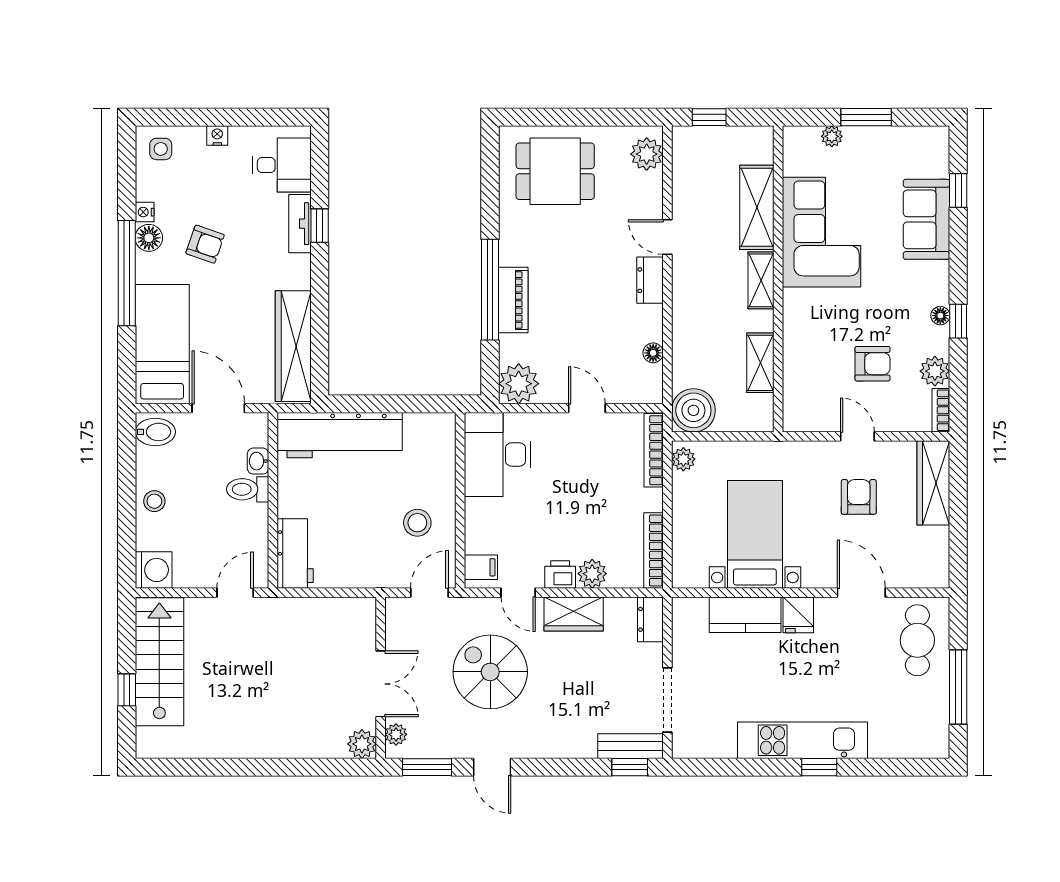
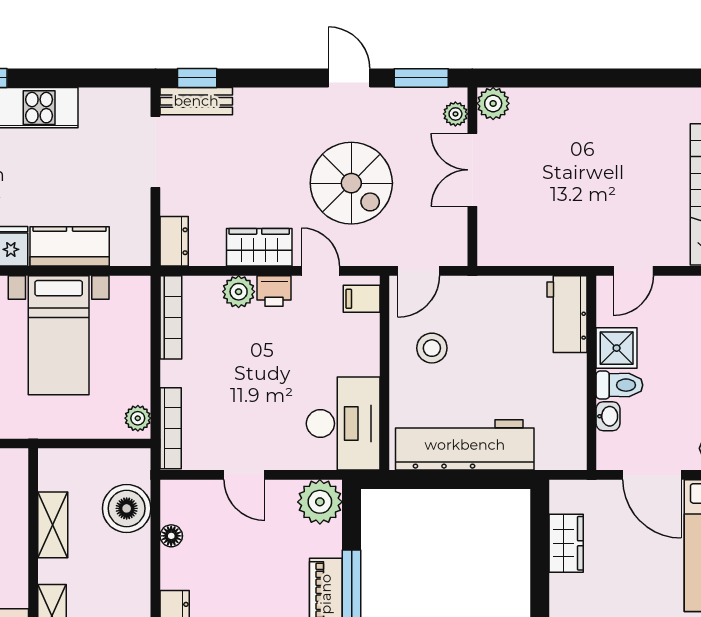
wardrobe: (293, 346) -> (566, 543), width x0.48, depth x0.85
boiler: (693, 410) -> (127, 508), moved
workbench: (340, 435) -> (465, 445), moved
shower: (250, 523) -> (617, 348), added

